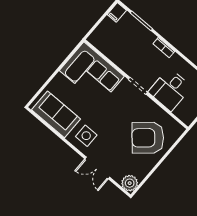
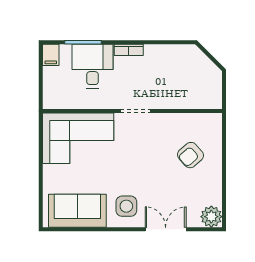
desk: (170, 90) -> (93, 66), moved, turned 180
armchair: (148, 138) -> (190, 155), width x0.53, depth x0.53
double door: (97, 168) -> (166, 229), swing flipped

